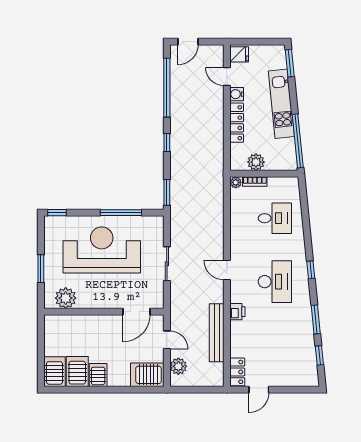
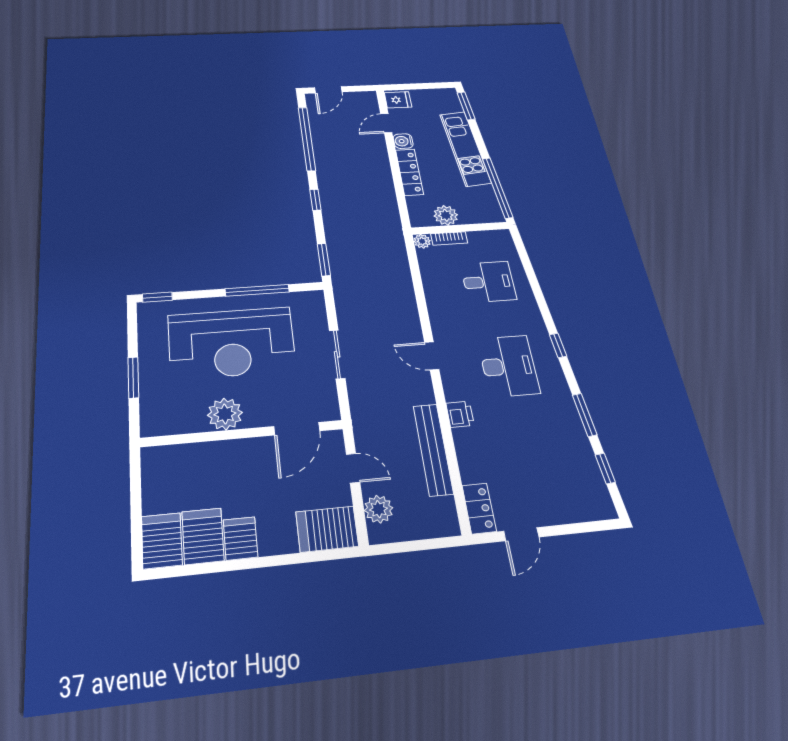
door: (227, 76) -> (386, 123), hinge flipped
reception desk: (102, 250) -> (232, 343), turned 180
plant: (66, 298) -> (225, 414), moved

